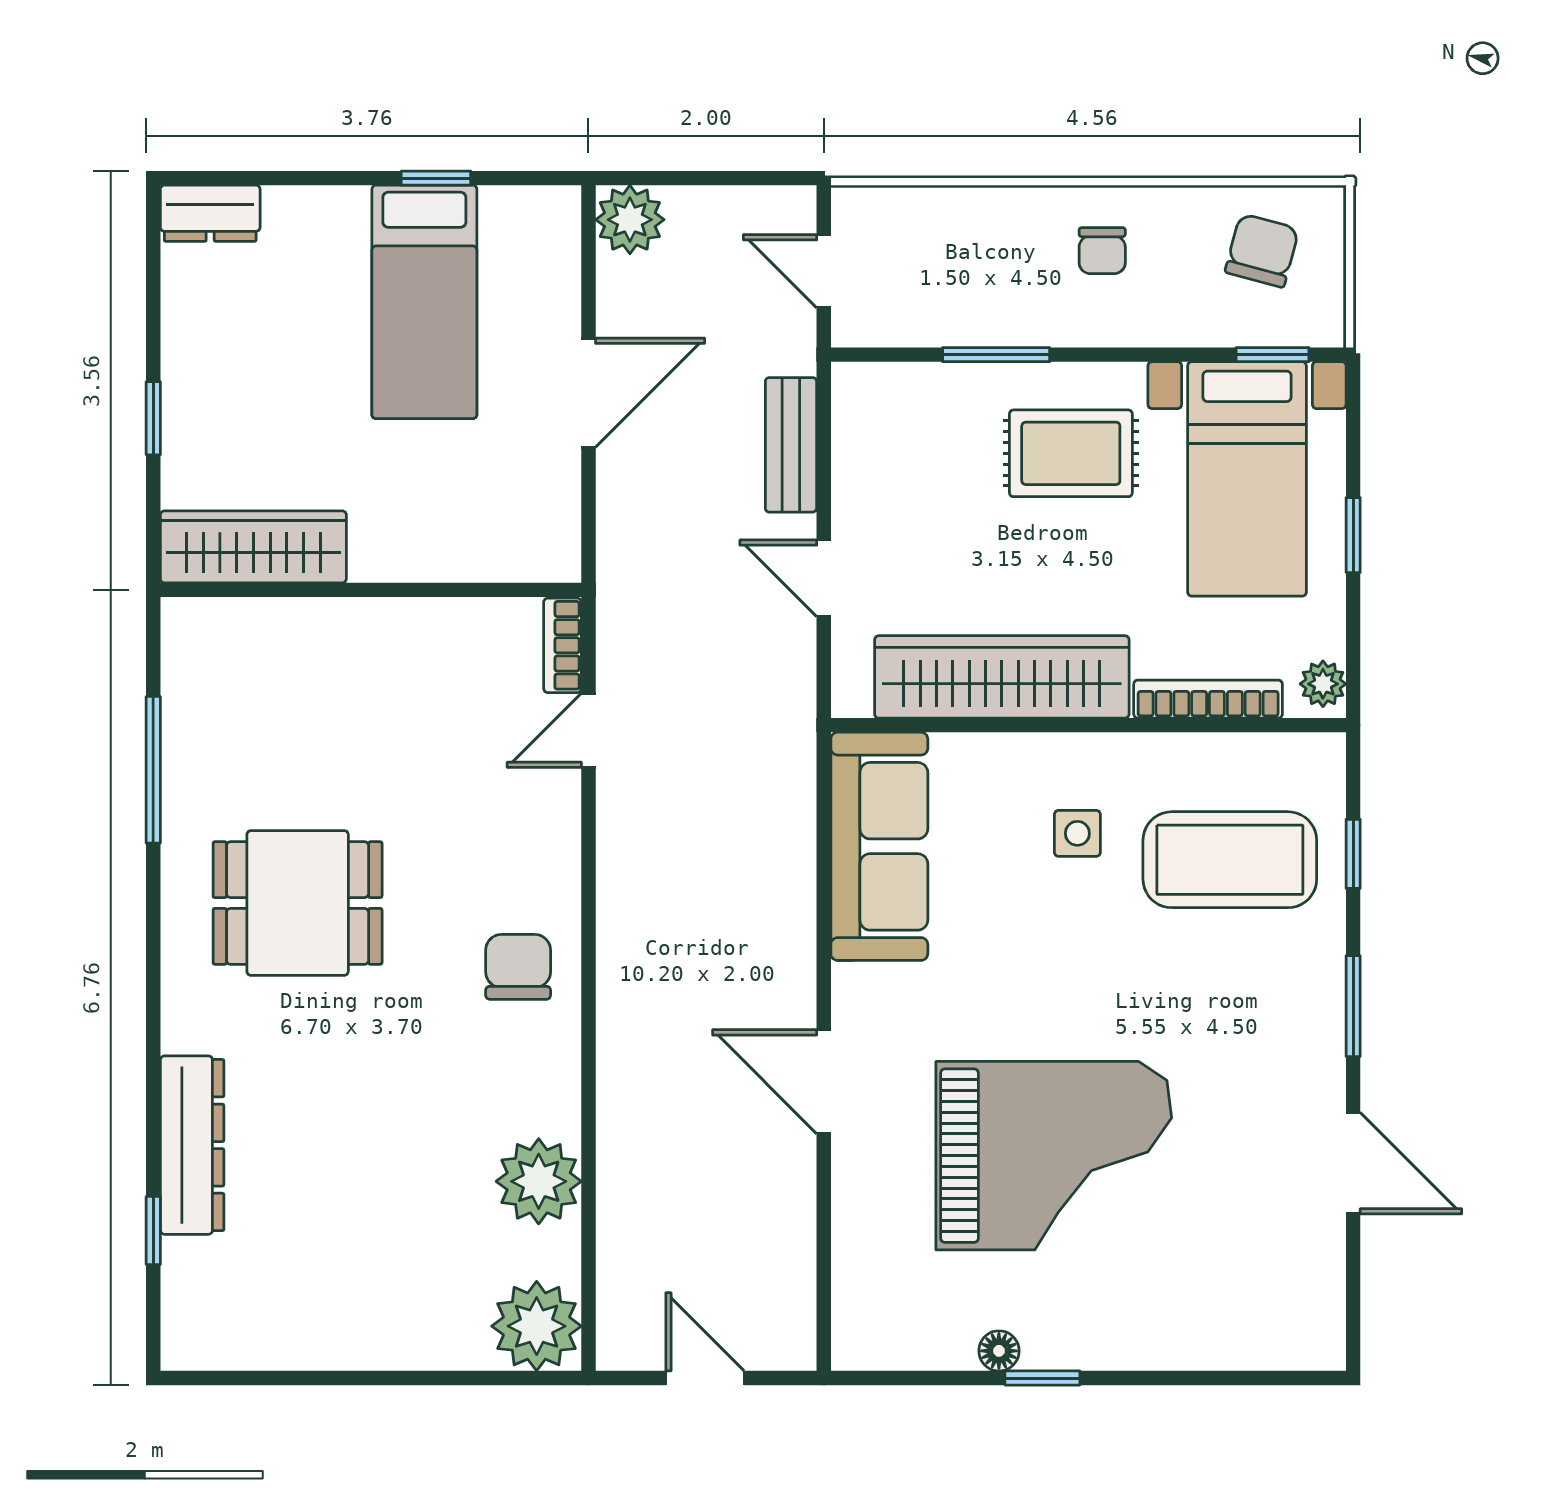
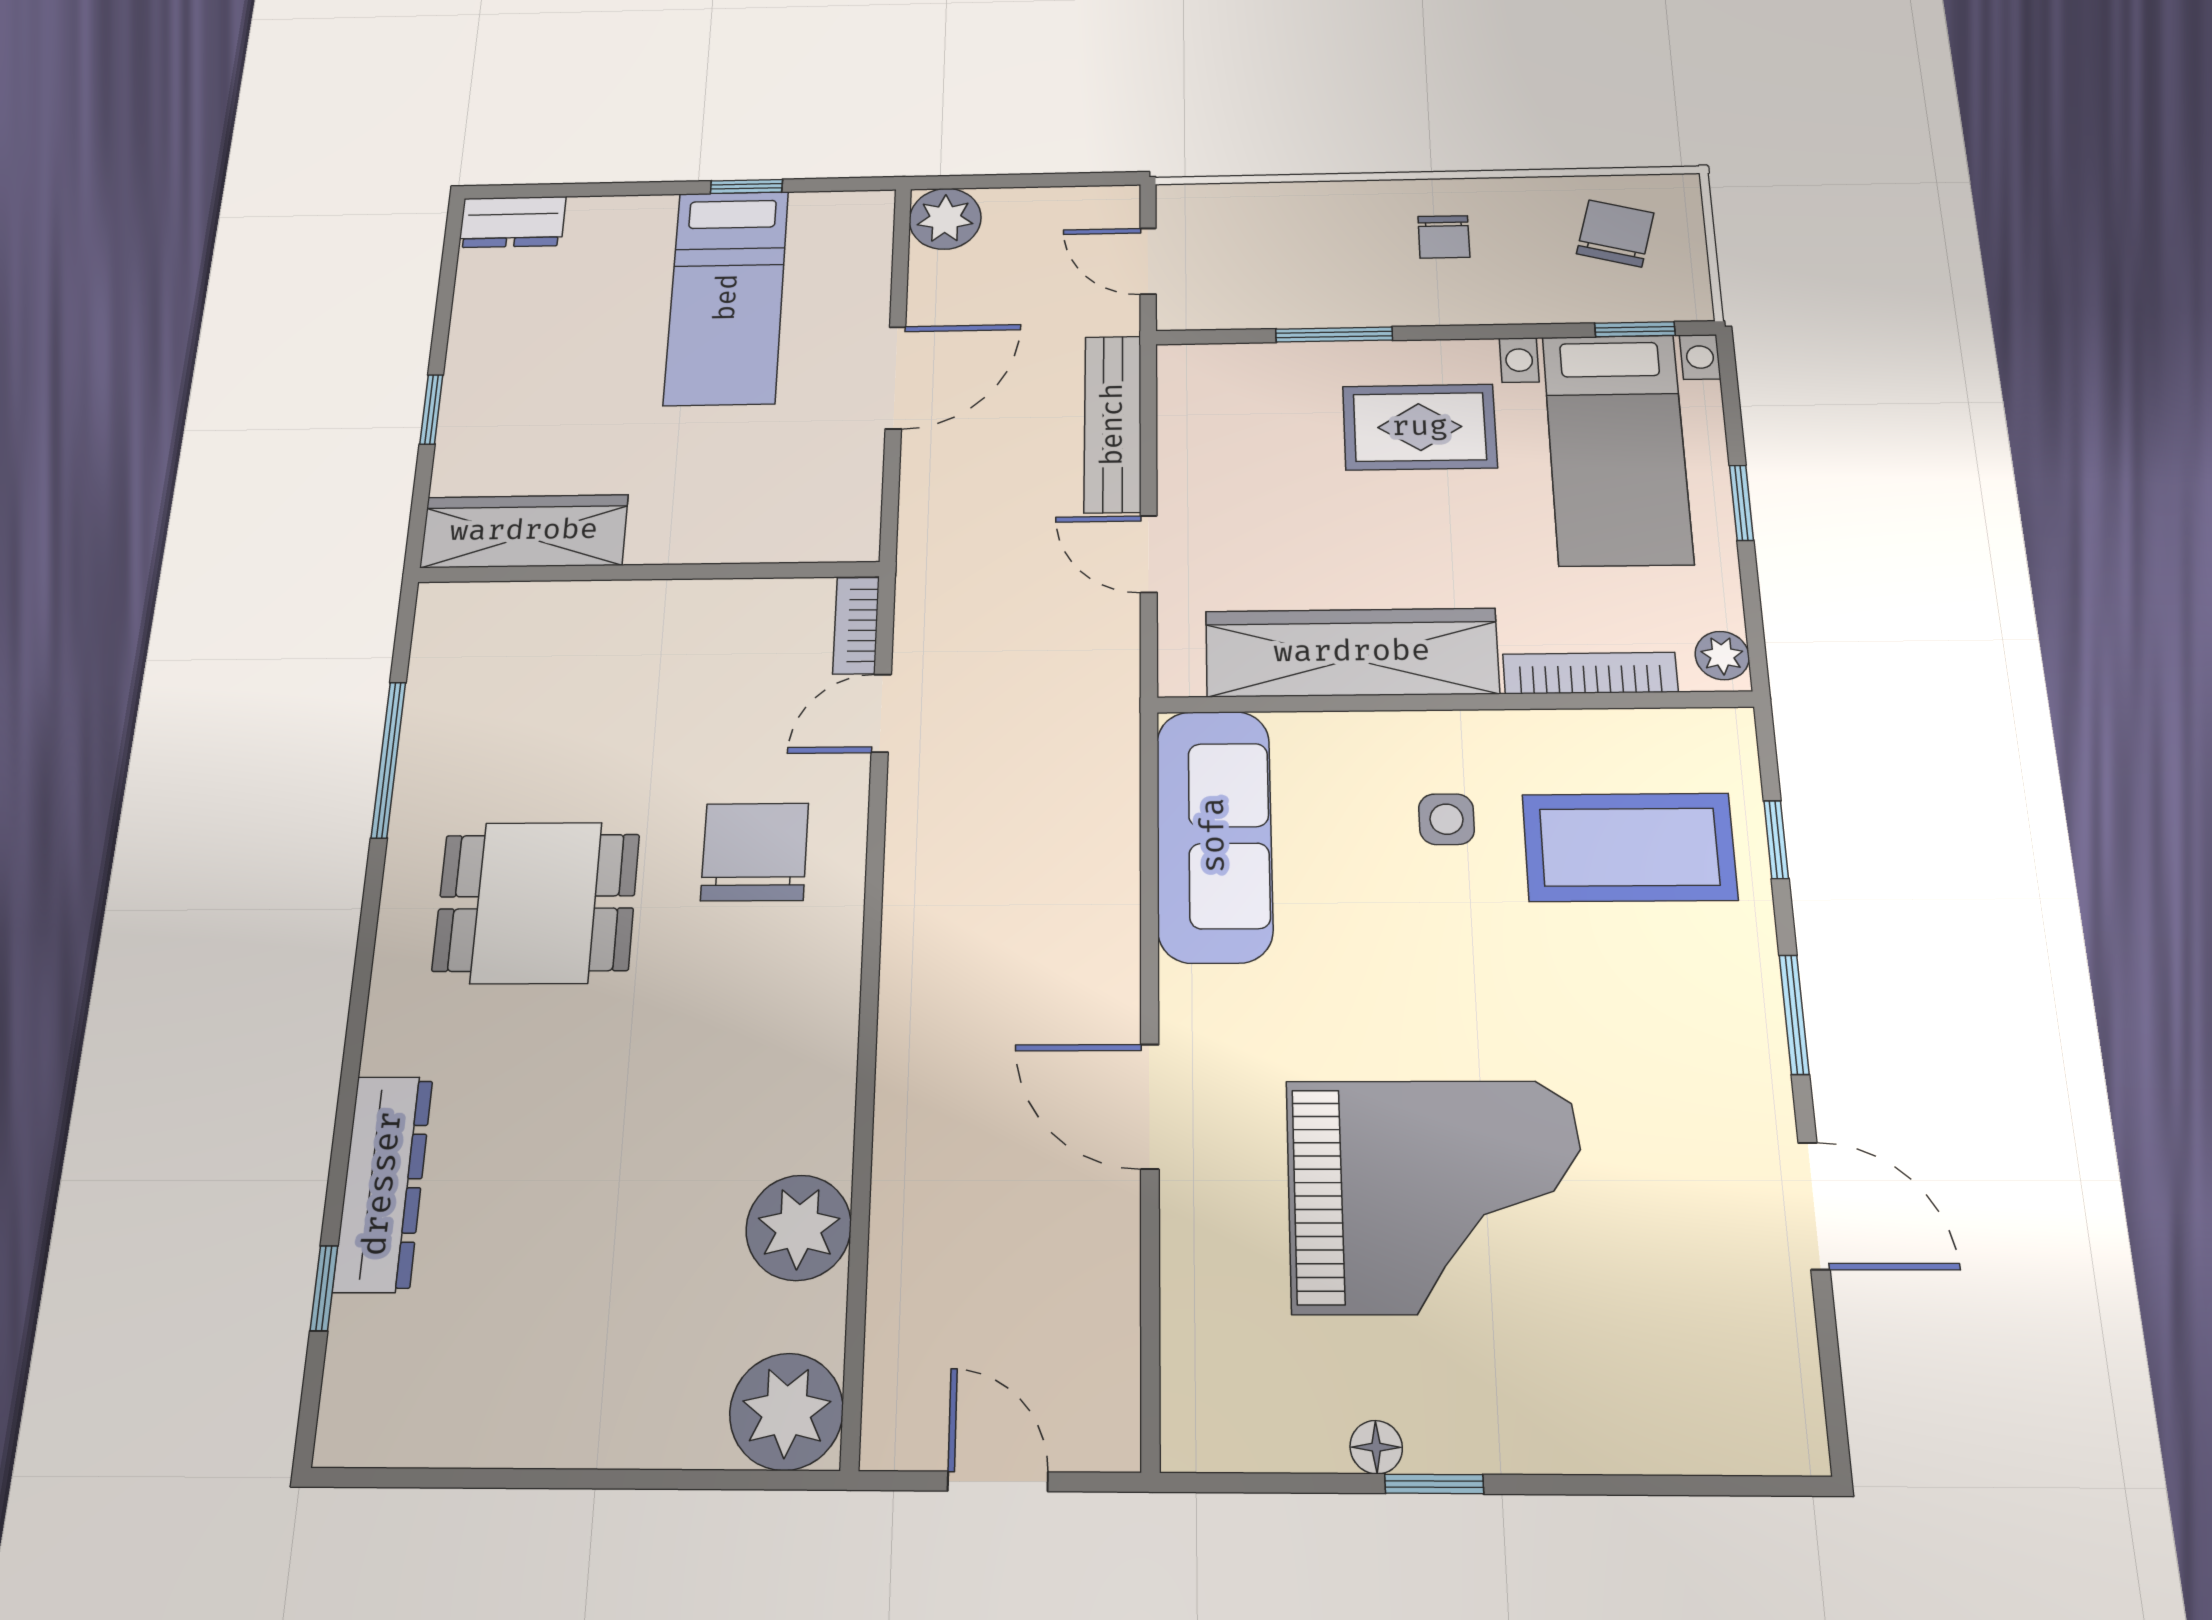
bench: (791, 445) -> (1113, 424), width x1.36
chair: (518, 967) -> (755, 852), moved, width x1.37, depth x1.37

